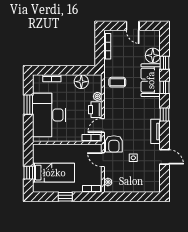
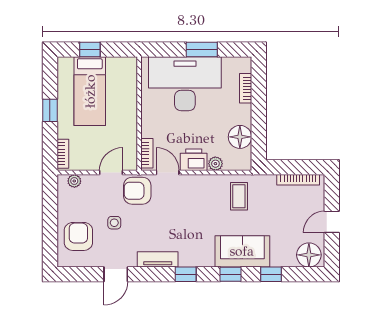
floor lamp: (153, 55) -> (309, 255), moved
armchair: (142, 180) -> (78, 236), added

